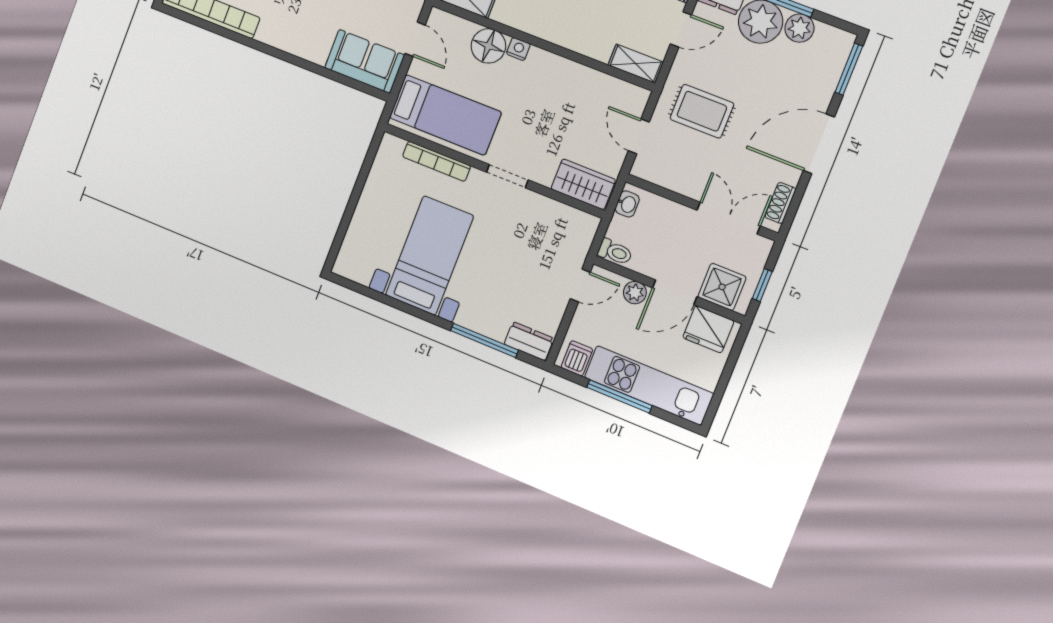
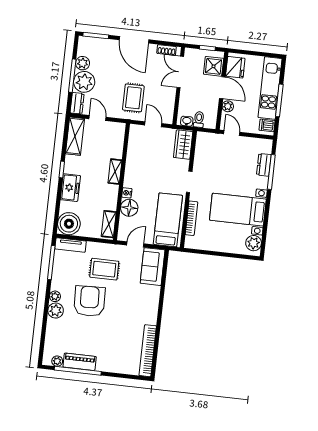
shelving: (636, 64) -> (115, 172), moved
door: (639, 136) -> (153, 124), swing flipped
toilet: (615, 252) -> (199, 119), moved
plant: (358, 267) -> (254, 243), added
dresser: (529, 341) -> (264, 165), moved

